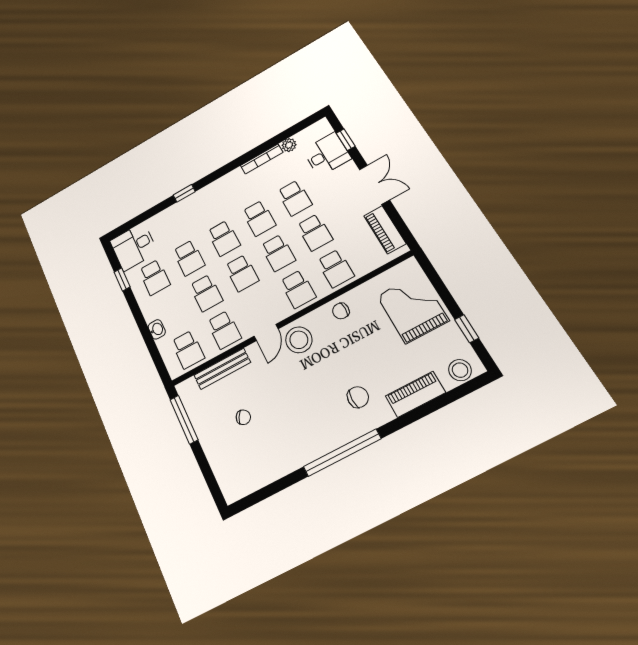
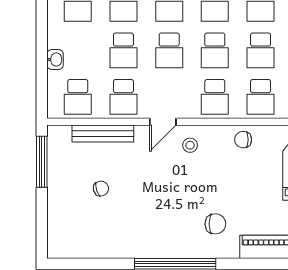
stool: (299, 340) -> (190, 145), width x0.53, depth x0.53
chair: (243, 417) -> (101, 189), turned -48

